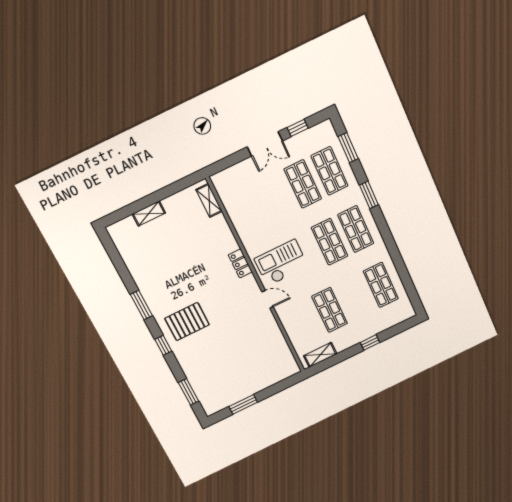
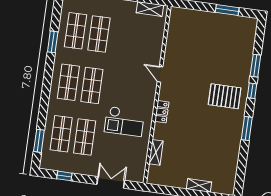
double door: (265, 144) -> (111, 182), moved
window: (369, 195) -> (53, 42), moved
shelving: (209, 200) -> (156, 152), moved
checkout: (281, 263) -> (124, 121), moved
shop shelf: (330, 310) -> (99, 34), moved
window: (189, 392) -> (255, 66), moved

